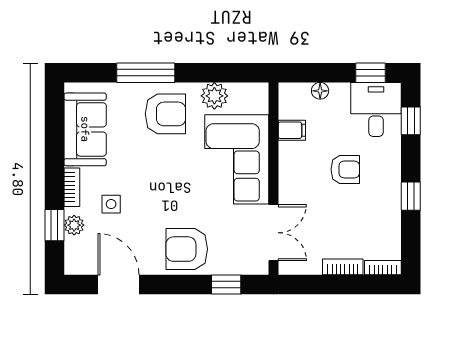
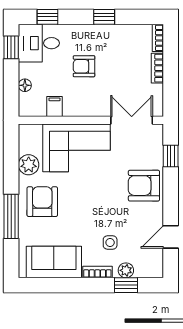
armchair: (345, 169) -> (84, 66), turned -90
armchair: (187, 249) -> (144, 186), turned 90
door: (119, 285) -> (171, 237), width x0.73

